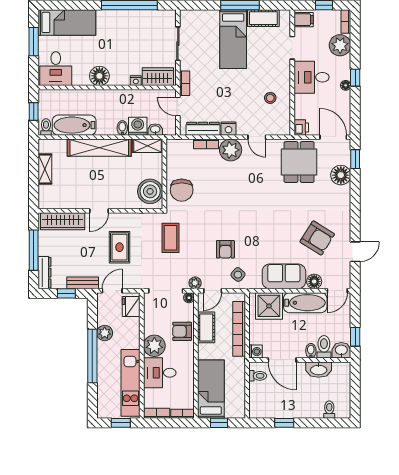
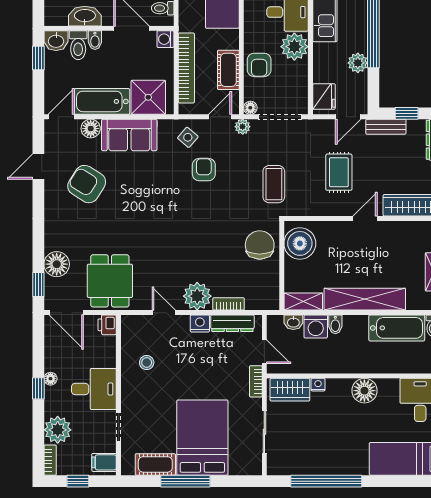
bed: (233, 39) -> (202, 438), width x1.50
armchair: (182, 331) -> (259, 65), turned 90

